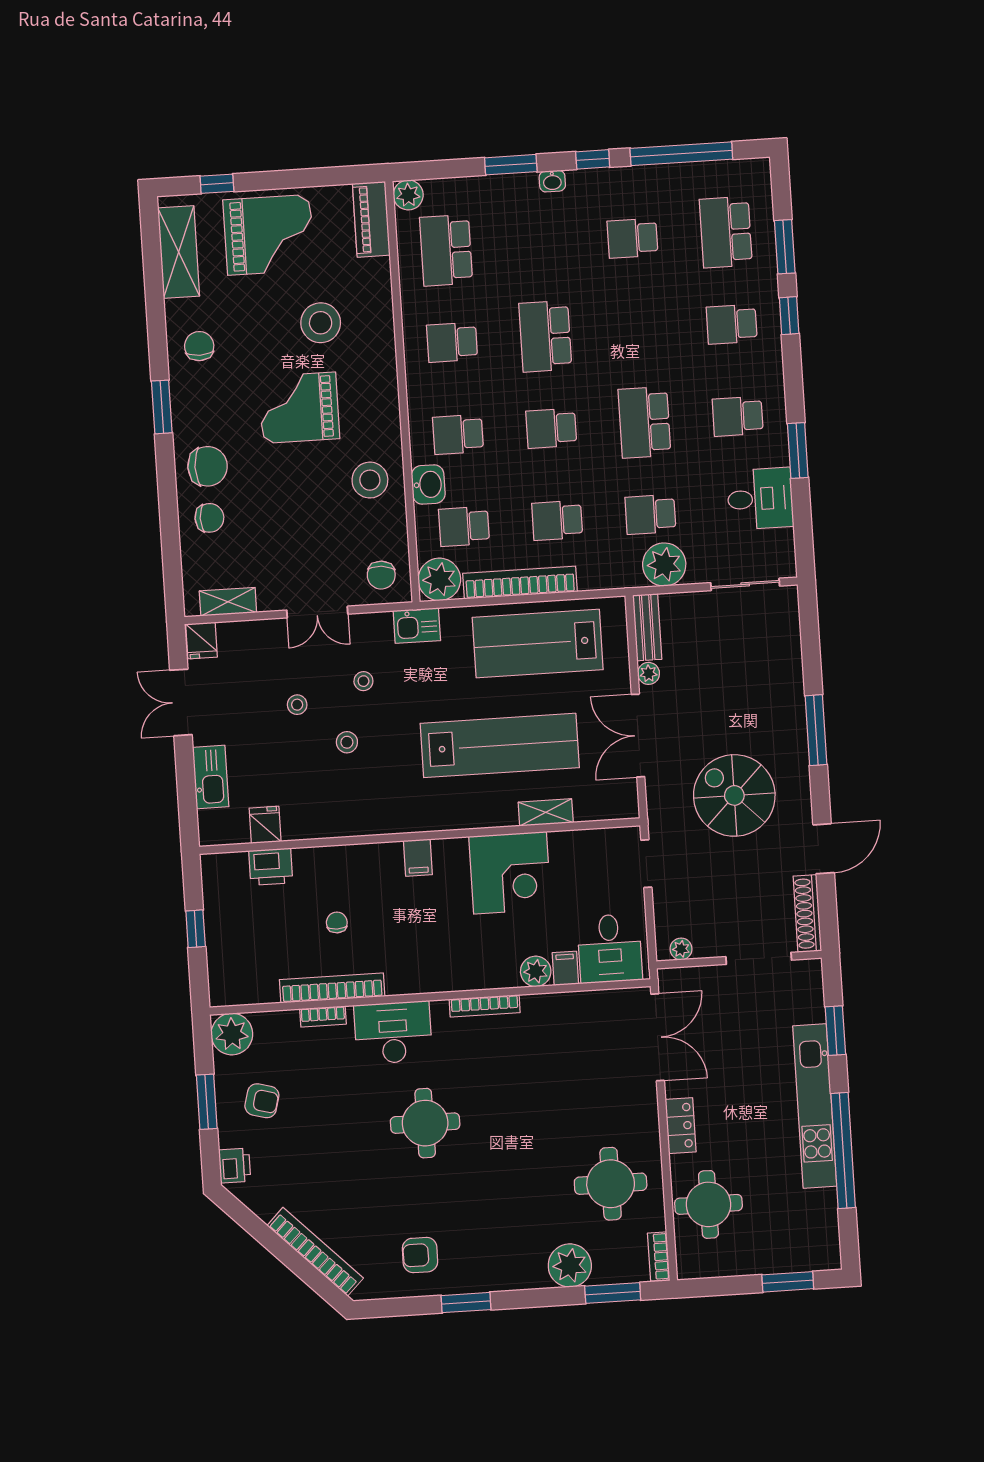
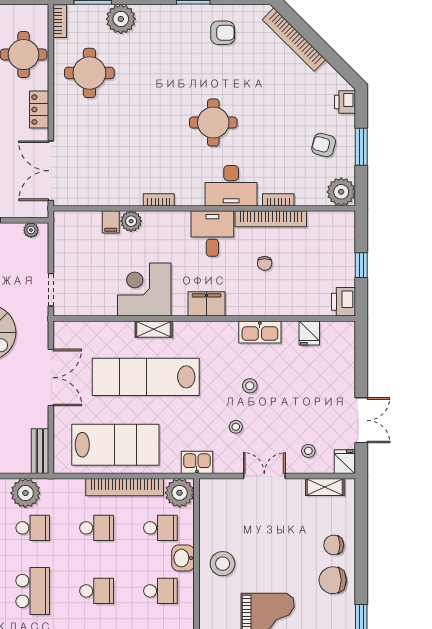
chair: (381, 575) -> (219, 498), removed
plant: (649, 673) -> (41, 419), removed
stool: (297, 705) -> (308, 451), moved
kitchen sink: (211, 777) -> (260, 332), moved, turned -90
shelving: (546, 812) -> (154, 329), moved
filing cabinet: (418, 858) -> (206, 304), width x2.00
printer: (271, 867) -> (343, 302), moved, turned -90
desk: (610, 948) -> (212, 234), moved
bookcase: (485, 1006) -> (159, 200), width x0.64

